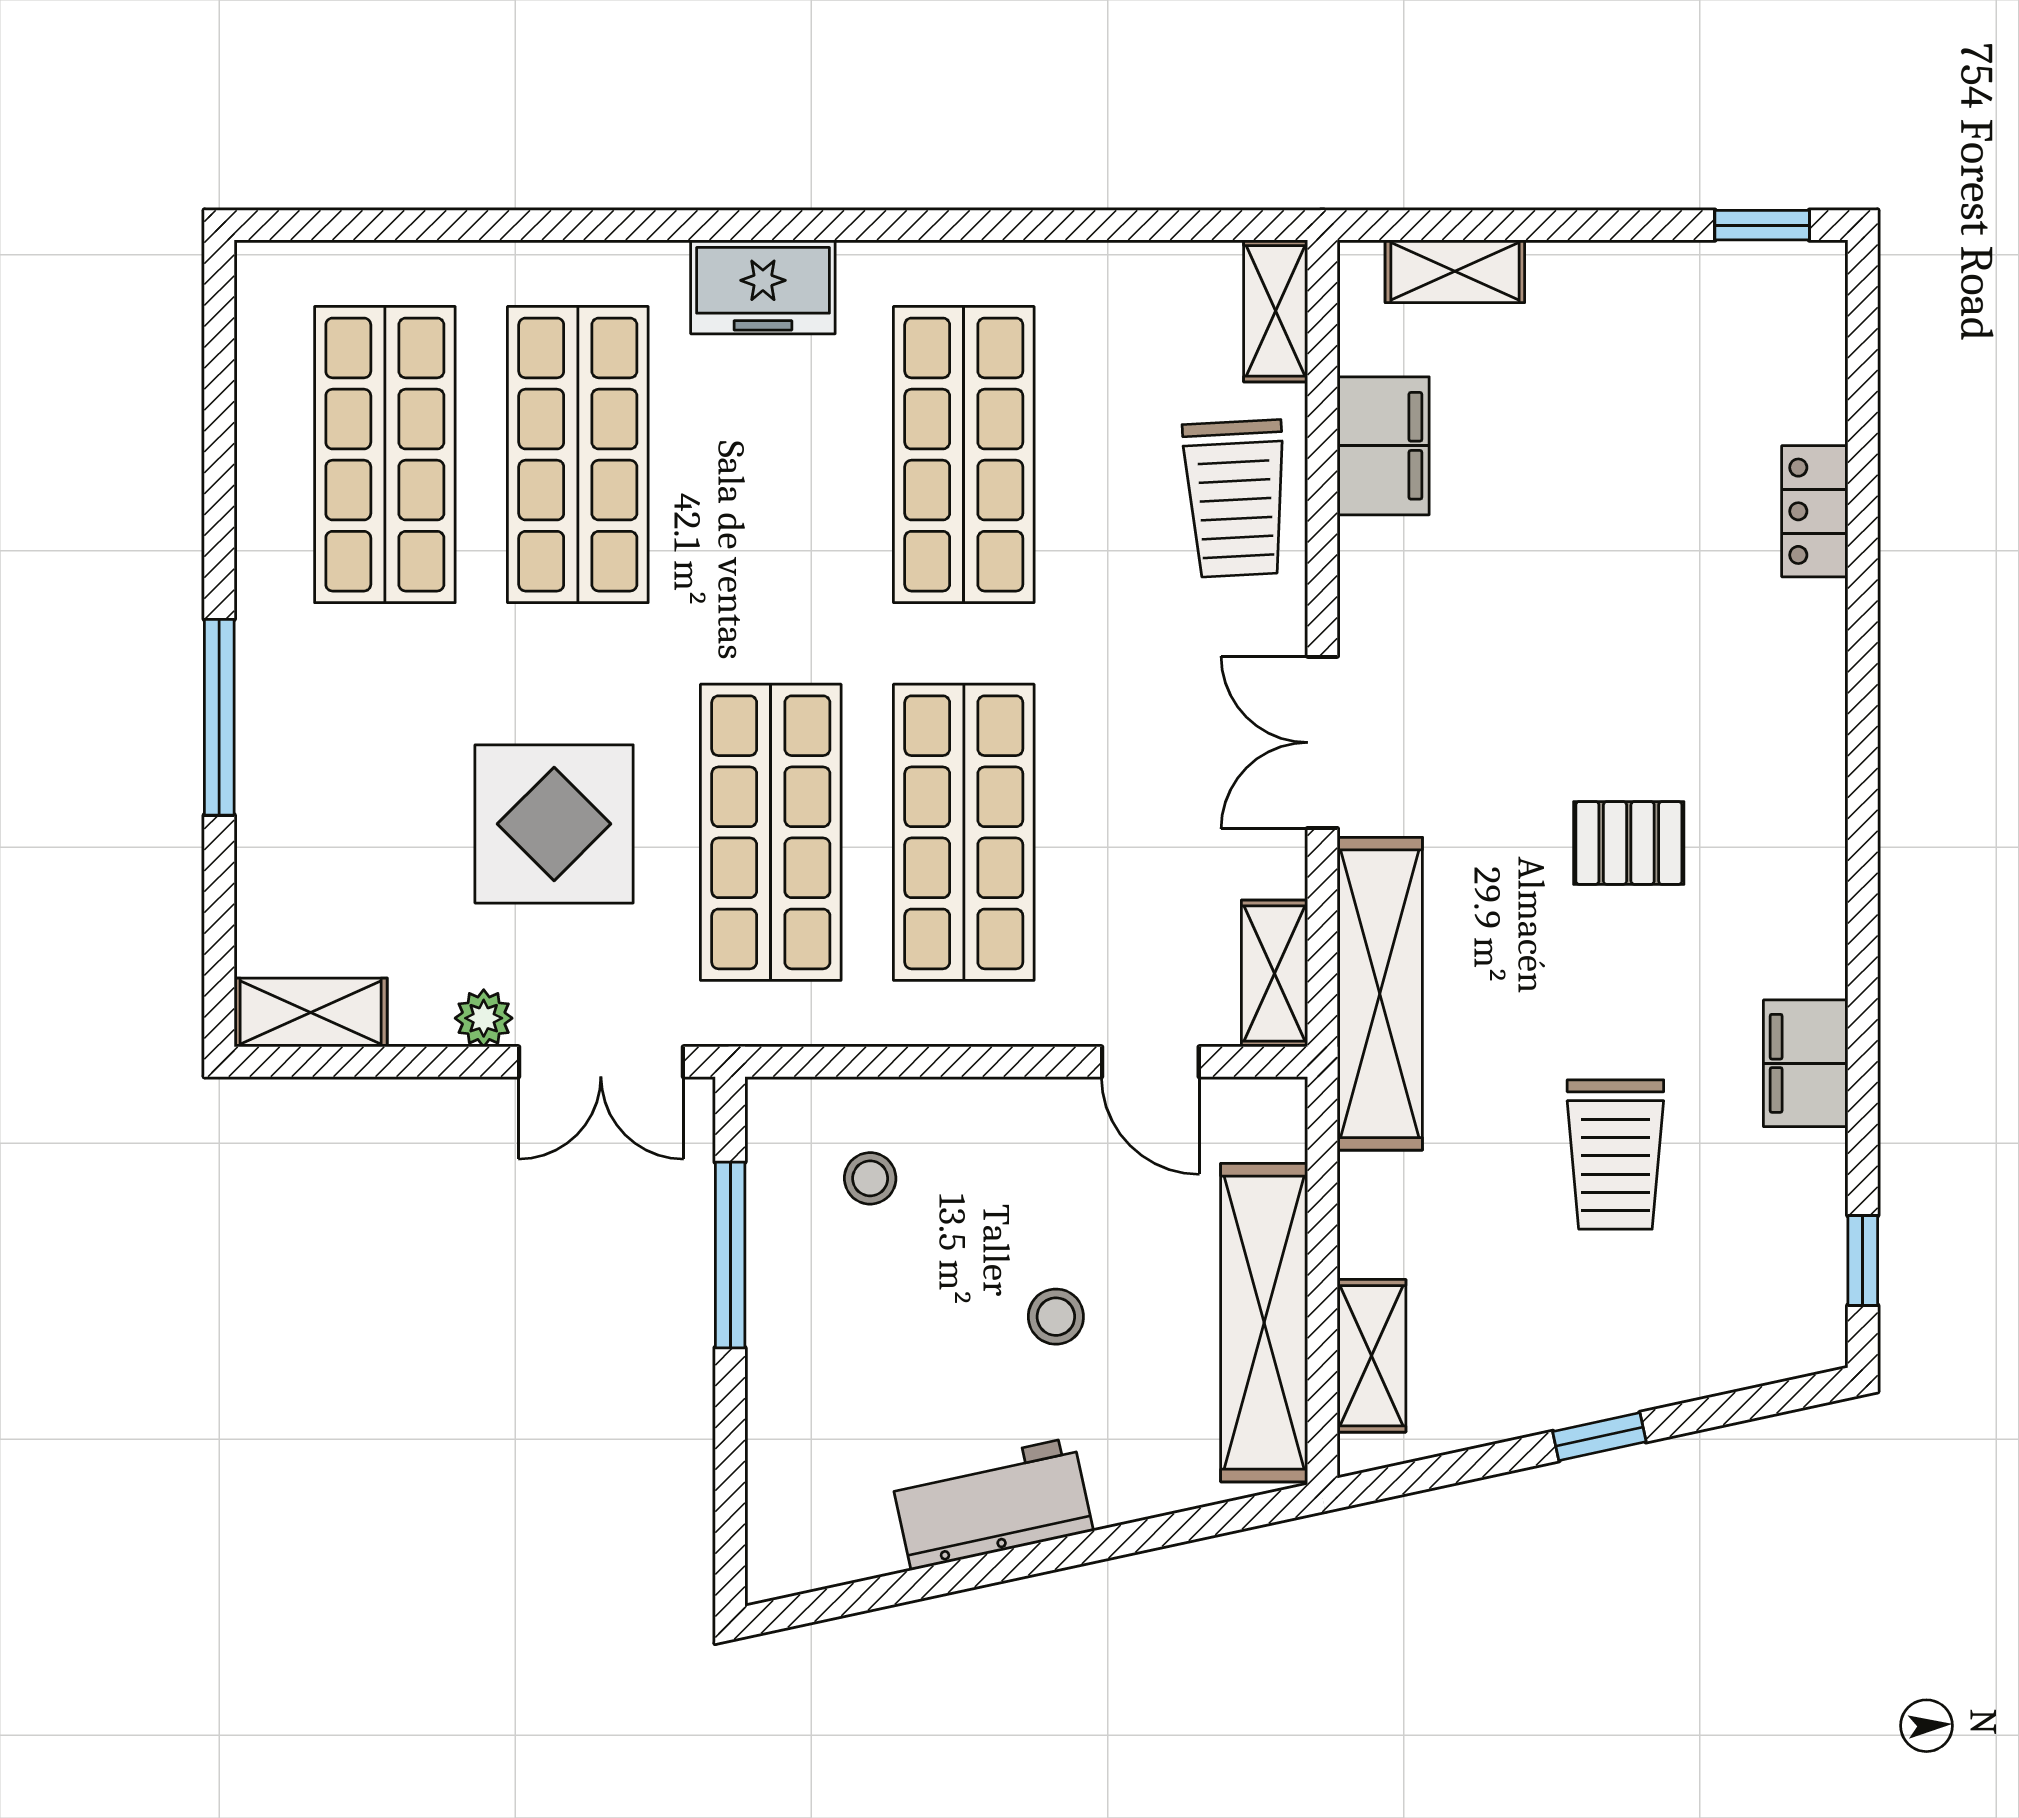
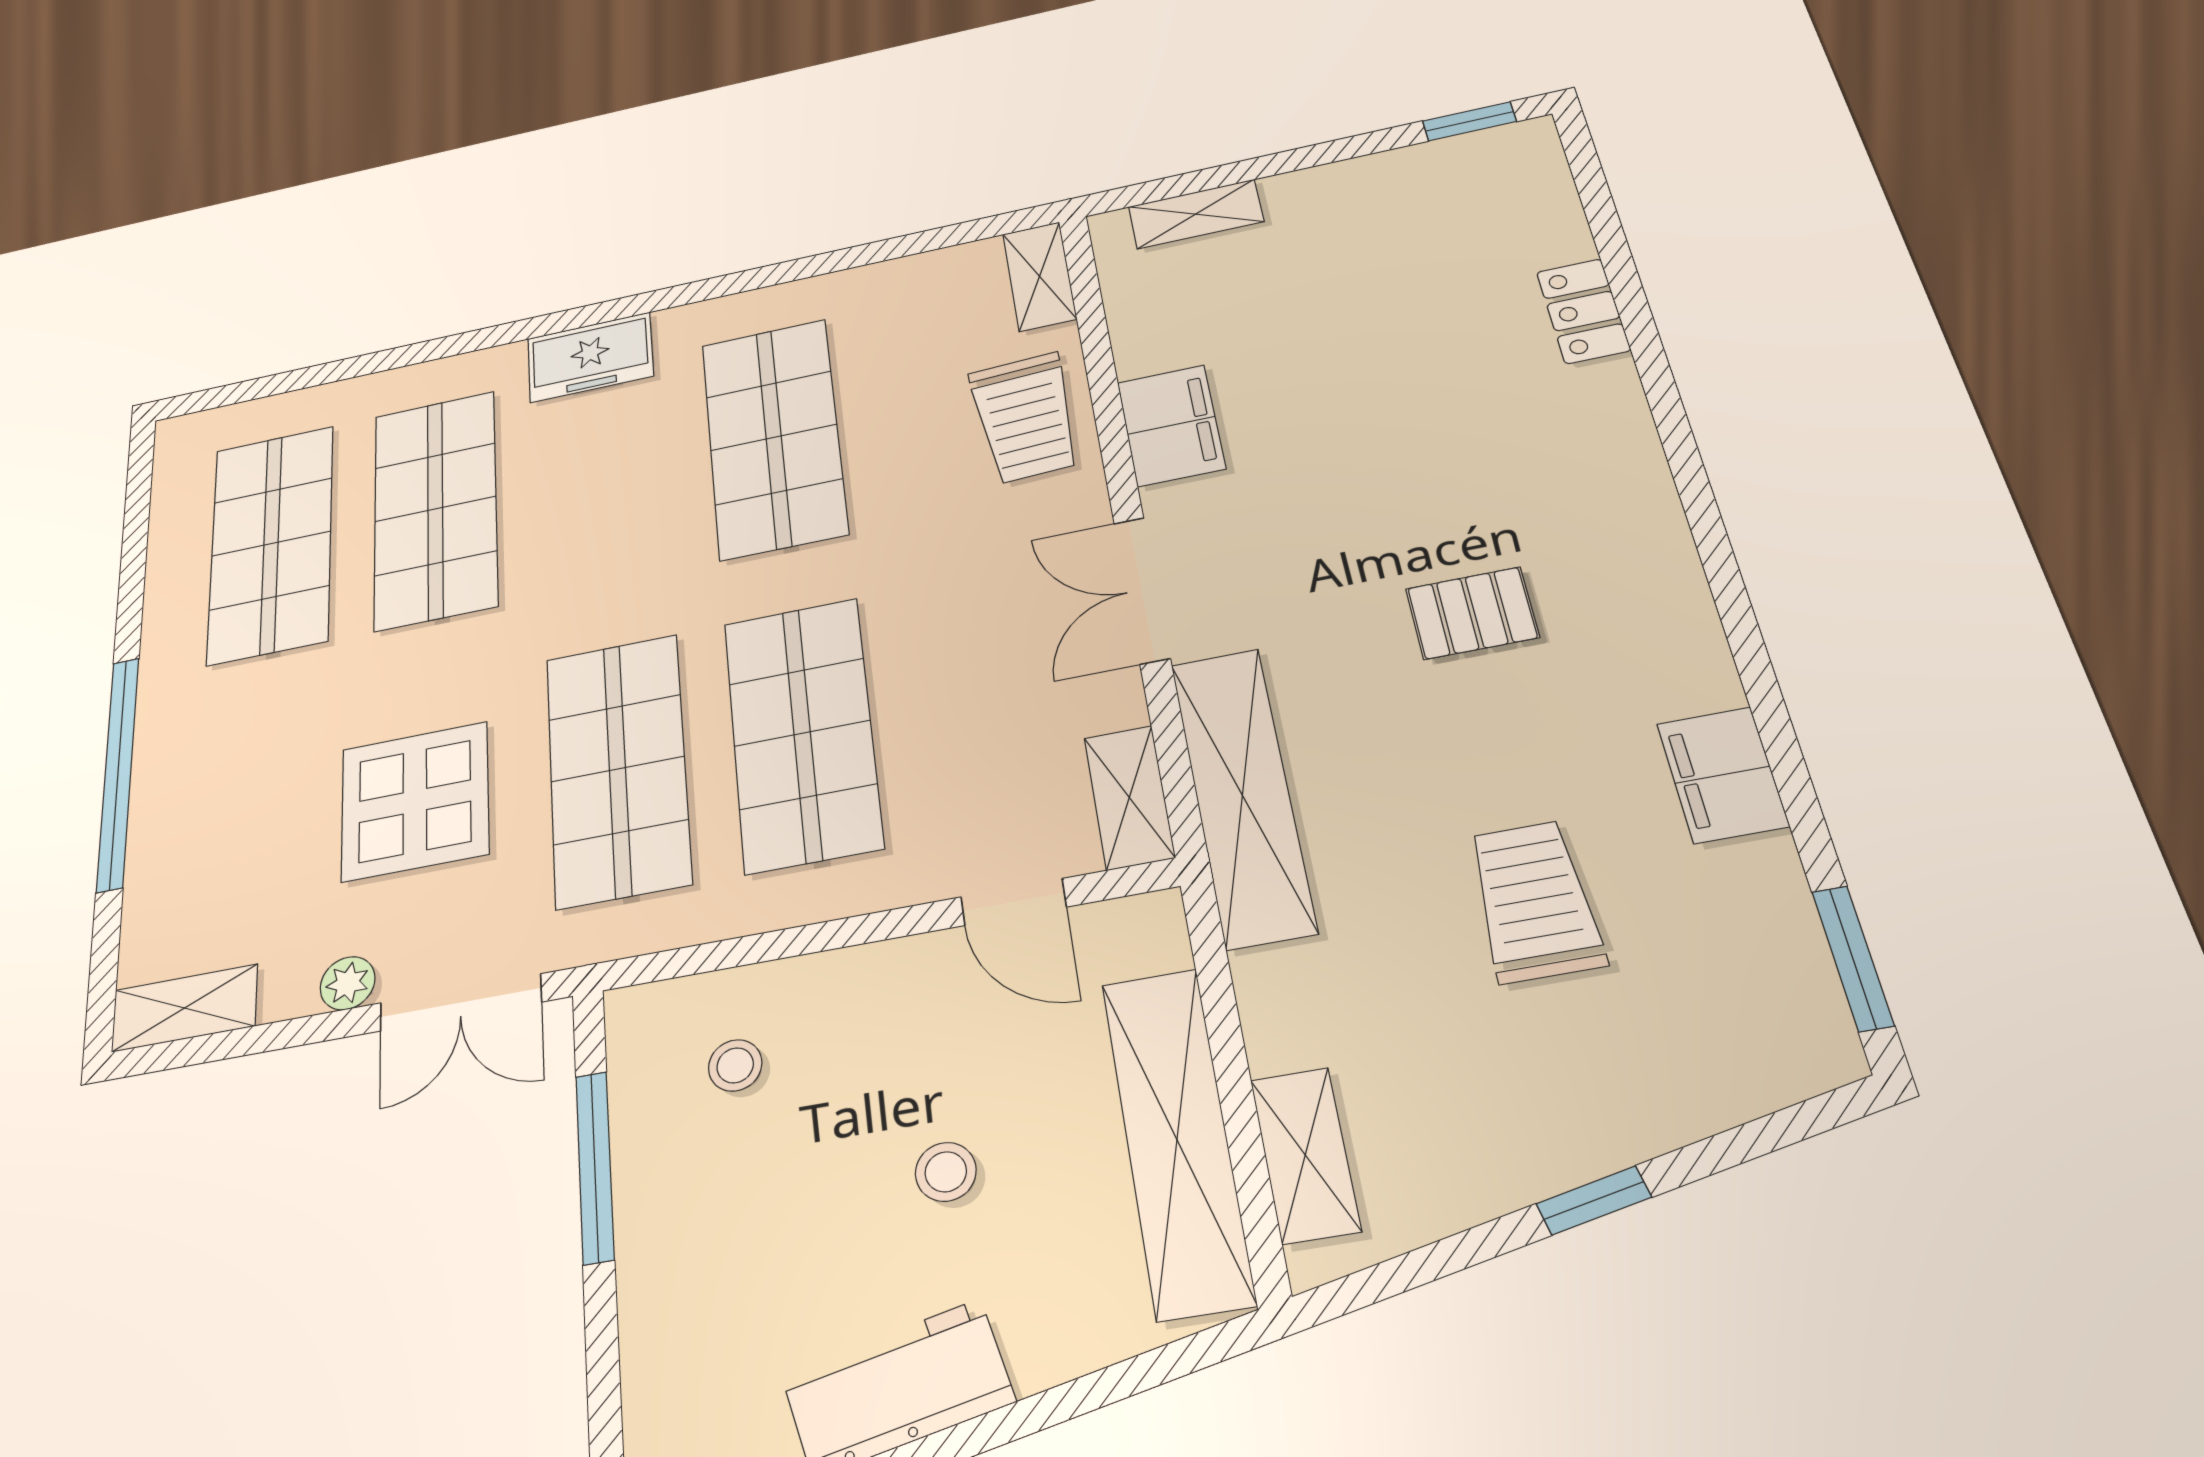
filing cabinet: (1383, 446) -> (1171, 425), moved
window: (219, 717) -> (118, 773), width x1.46
trolley: (1615, 1155) -> (1534, 901), turned 180
window: (1863, 1260) -> (1853, 958), width x1.50

